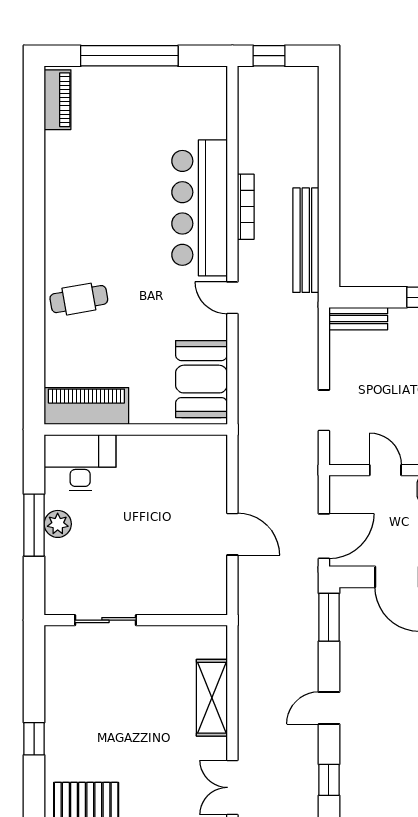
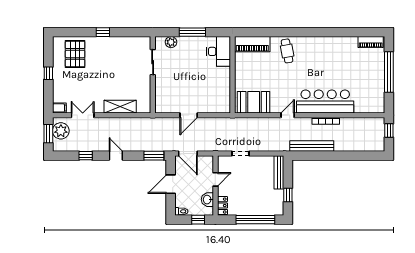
bench: (358, 319) -> (279, 172), width x1.36
piano: (86, 406) -> (252, 44), moved, turned 90
plant: (58, 524) -> (171, 42), moved

